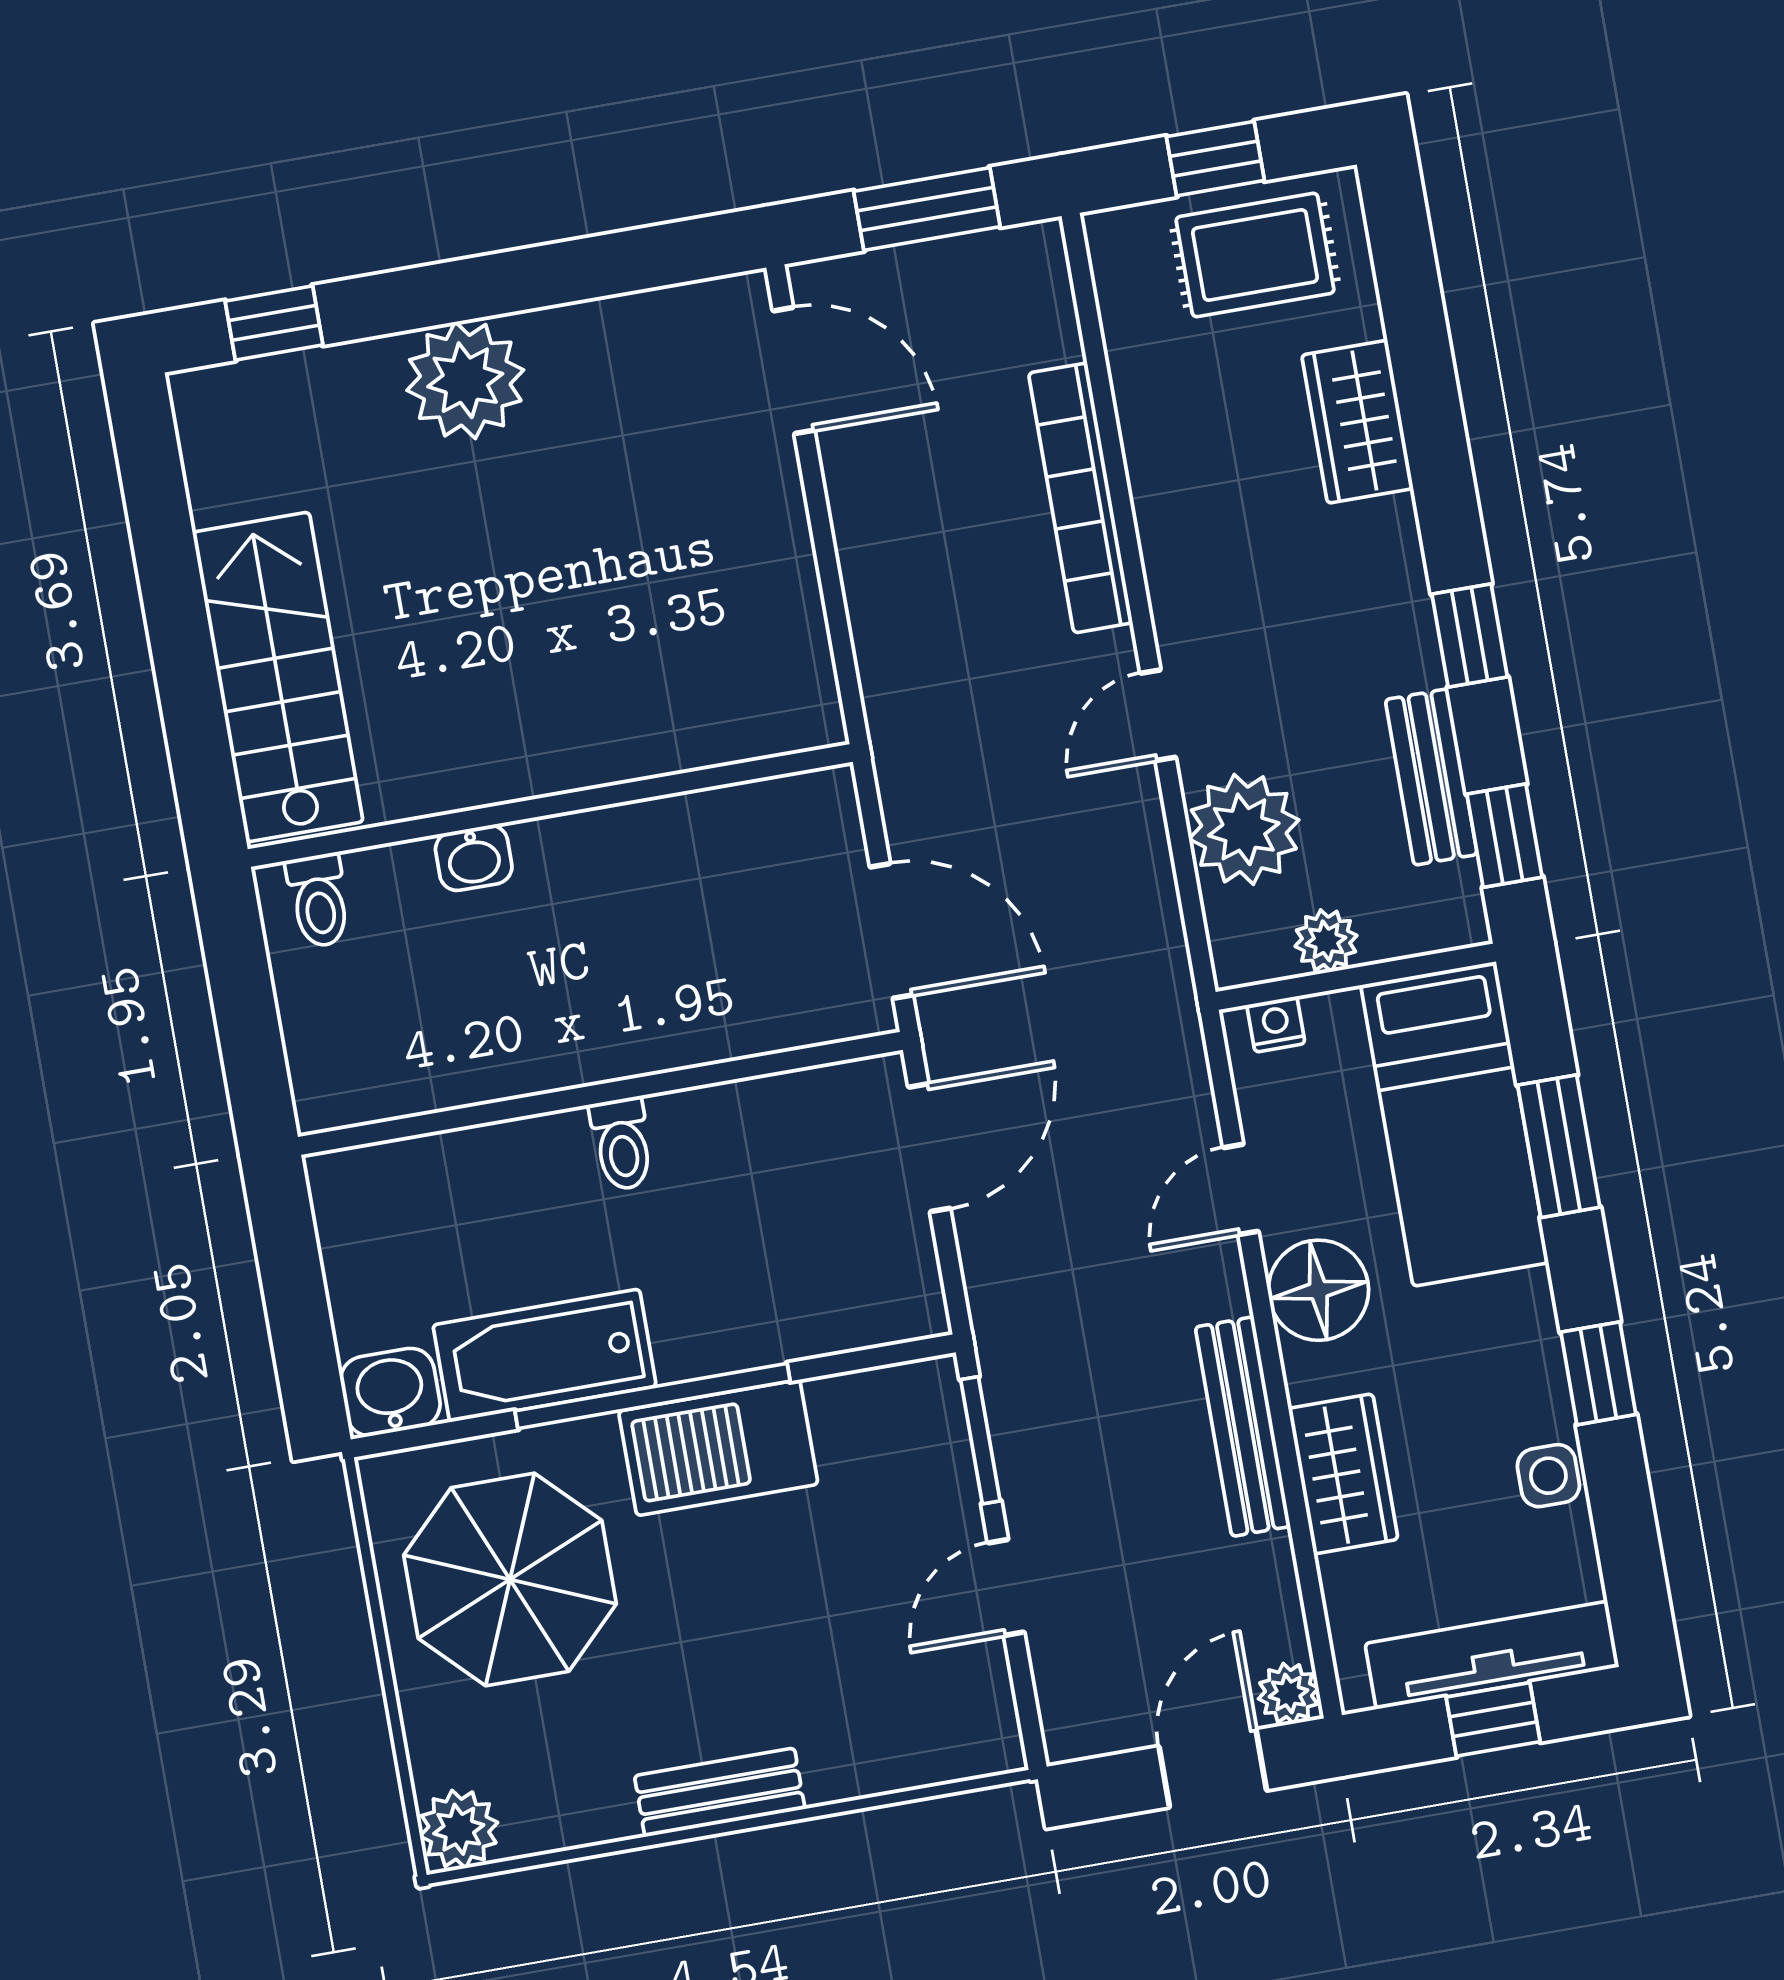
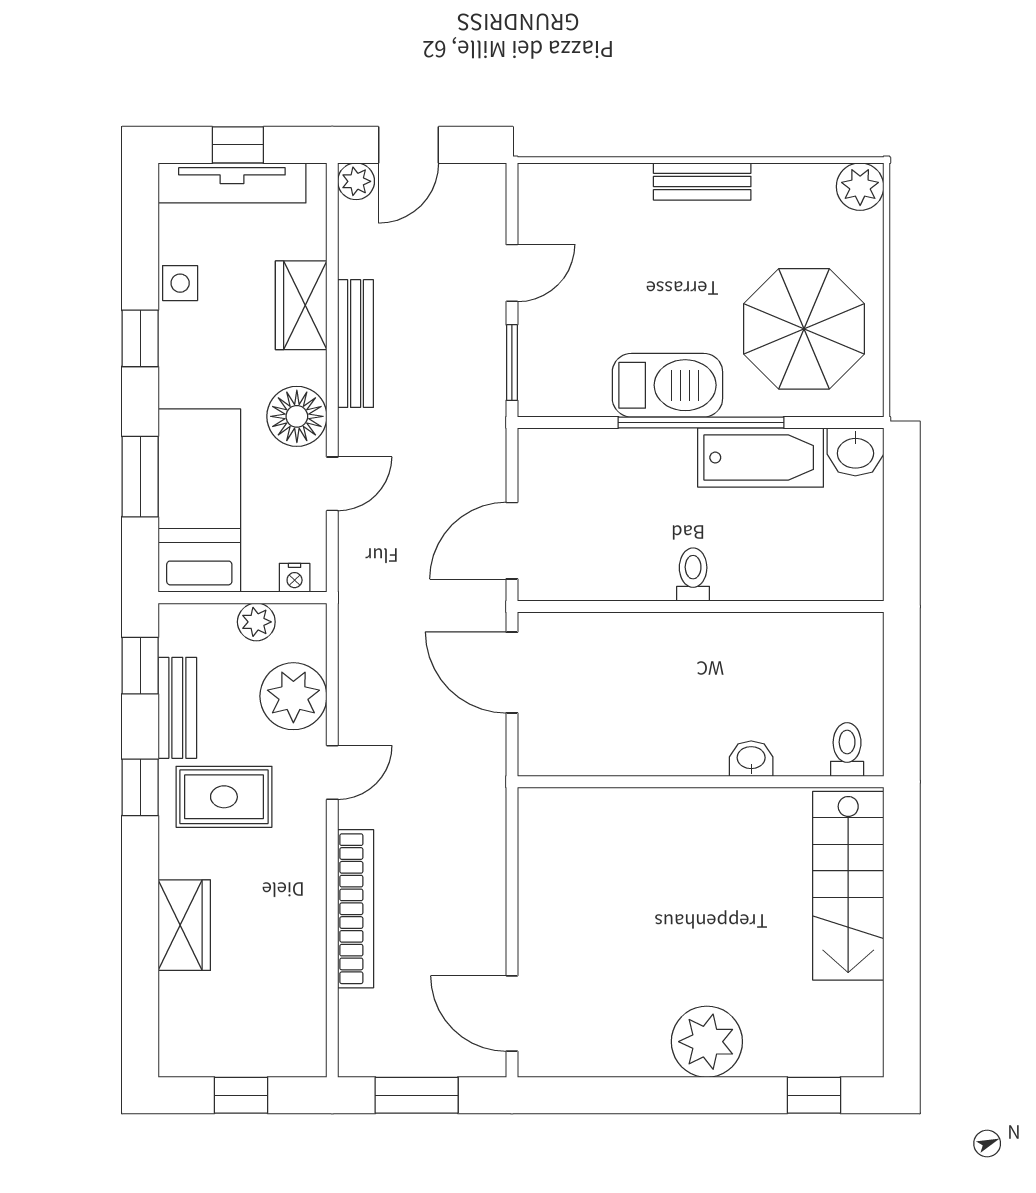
rug: (1255, 255) -> (224, 797), moved

